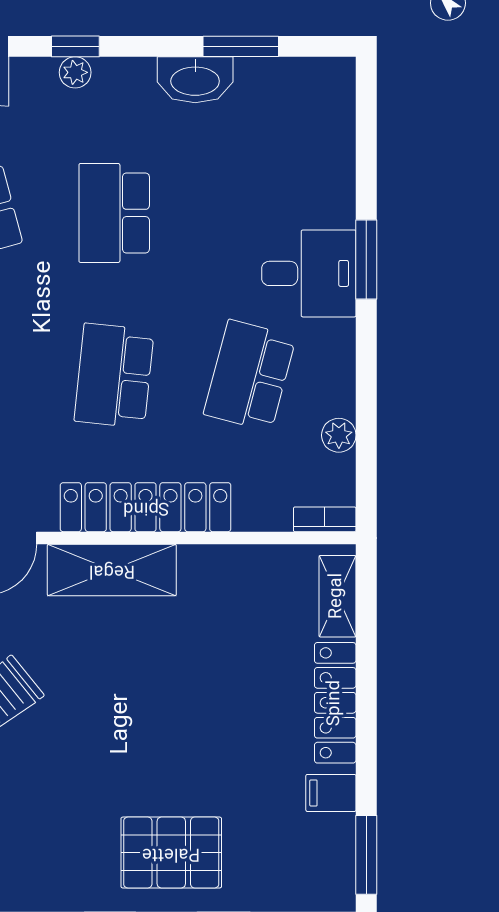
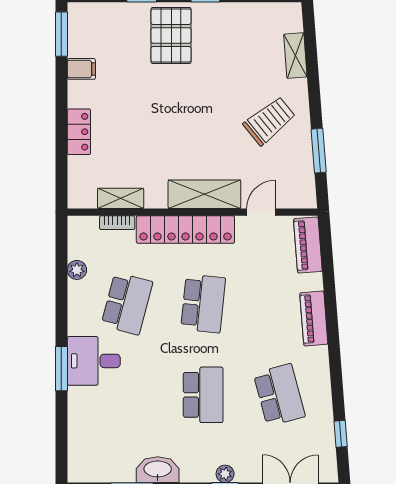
bookcase: (325, 519) -> (117, 223), moved
shelving: (337, 596) -> (121, 198), moved, turned 90
locker: (335, 703) -> (79, 132), width x0.66
pallet: (171, 853) -> (171, 36), turned 90

